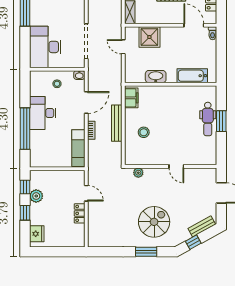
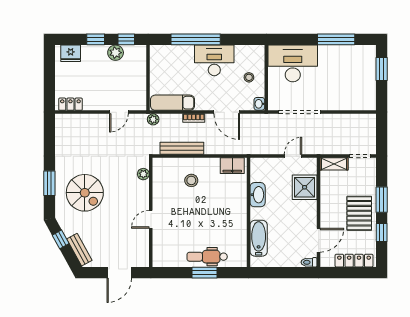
bench: (117, 123) -> (182, 148), moved
plant: (92, 164) -> (153, 119), added
locker: (80, 213) -> (70, 104), moved

